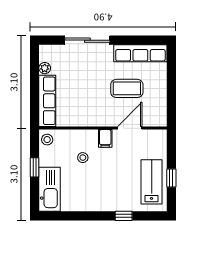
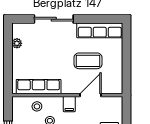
row of seats: (47, 101) -> (39, 87), moved, turned -90
stool: (47, 140) -> (37, 106), moved

